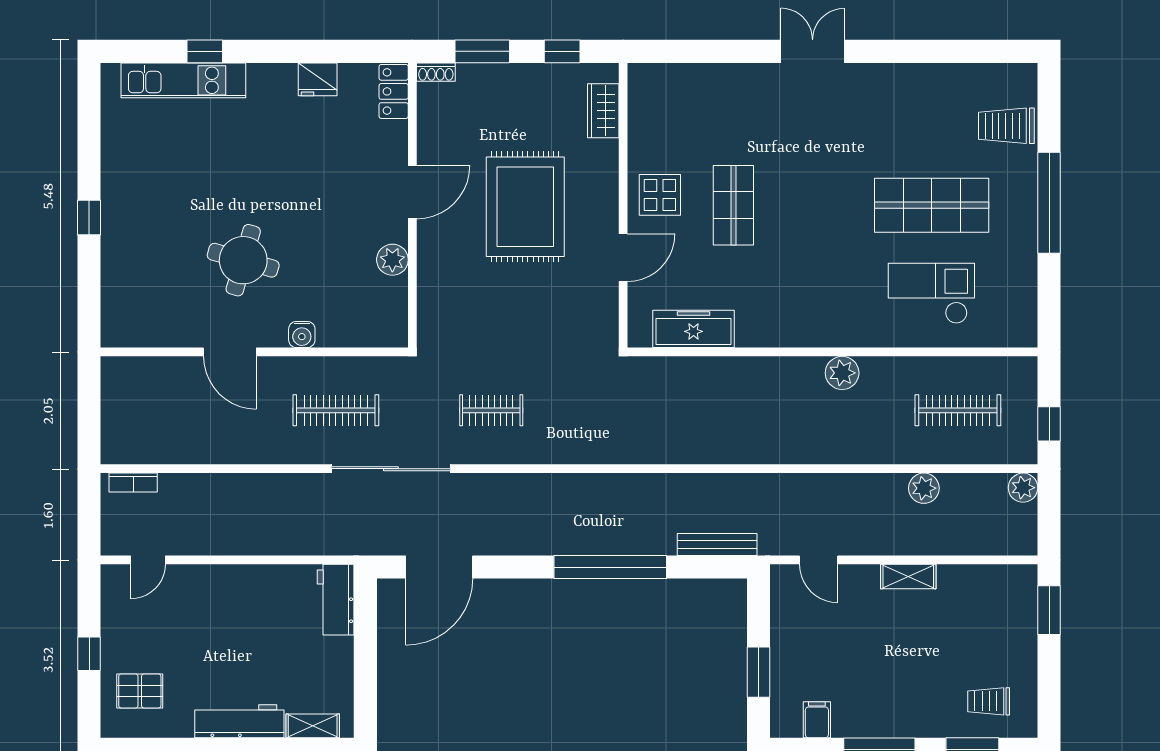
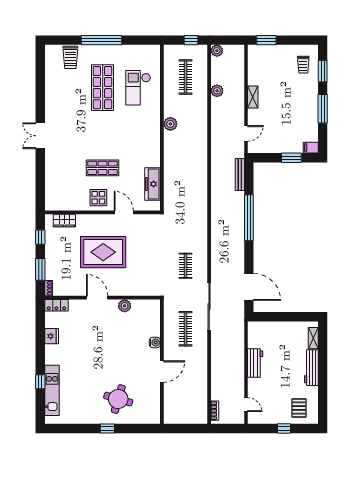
round table: (243, 260) -> (118, 399), moved
workbench: (336, 600) -> (255, 363), moved, turned -90
filing cabinet: (817, 720) -> (311, 148), moved

